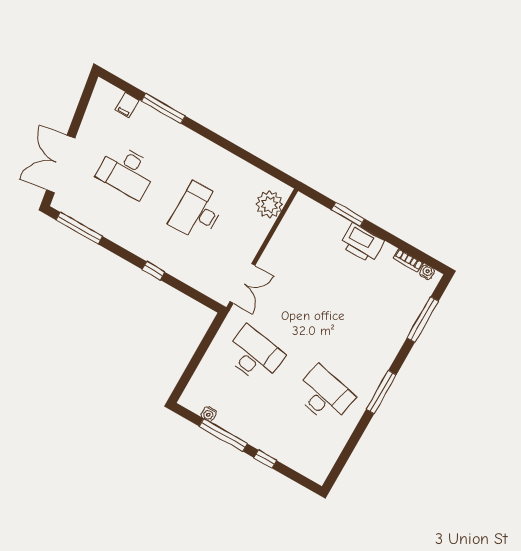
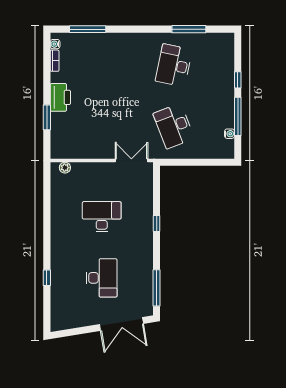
filing cabinet: (127, 105) -> (58, 303), removed
window: (163, 108) -> (47, 278), width x0.46
plant: (269, 204) -> (65, 168), width x0.53, depth x0.53
desk: (197, 212) -> (102, 217), turned 180
desk: (254, 355) -> (174, 126), turned -30
window: (381, 392) -> (189, 29), moved

